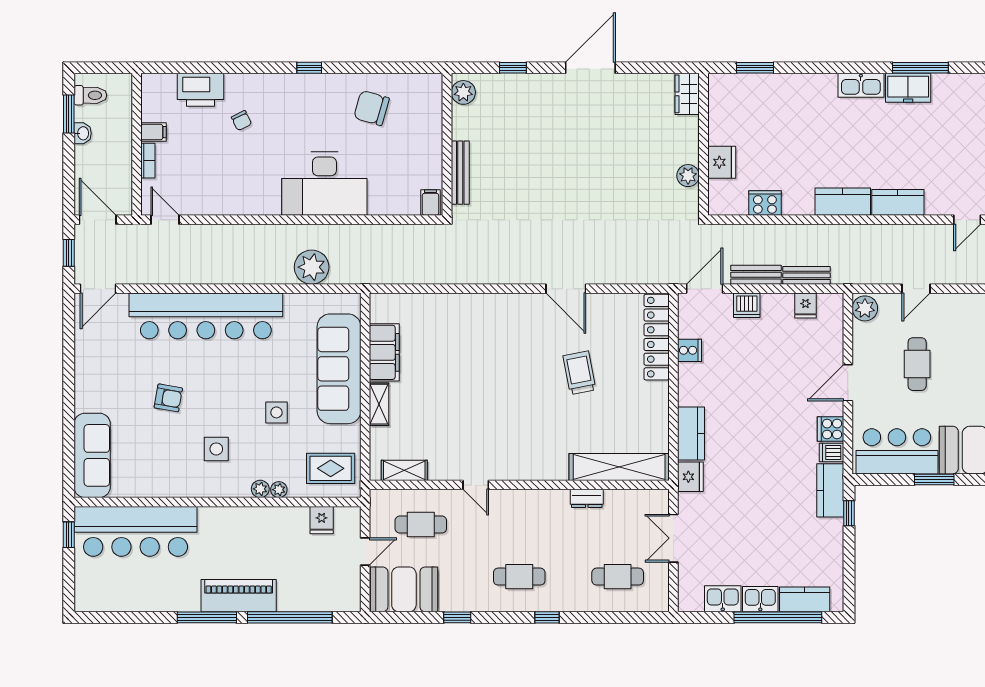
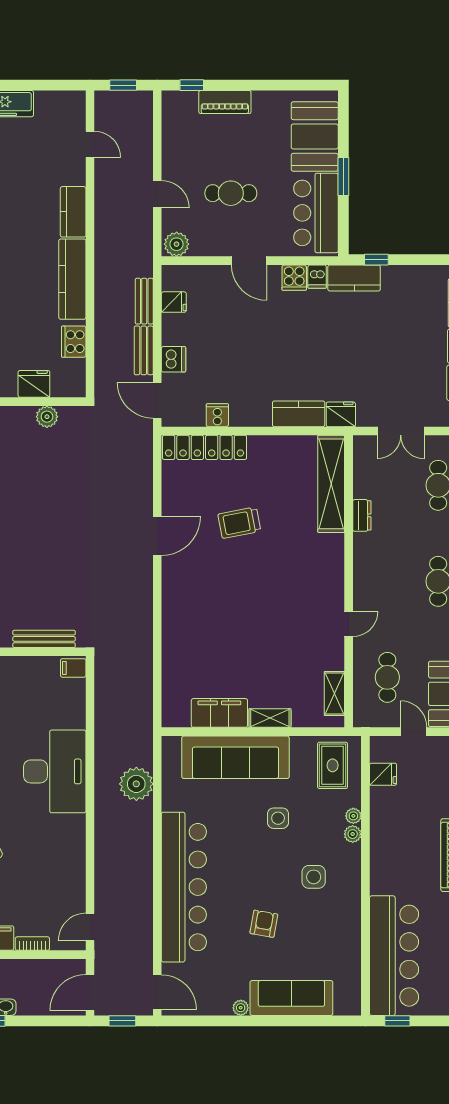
kitchen counter: (843, 202) -> (72, 279), width x1.50
plant: (82, 374) -> (241, 1008), added
sofa: (92, 455) -> (291, 998), moved

